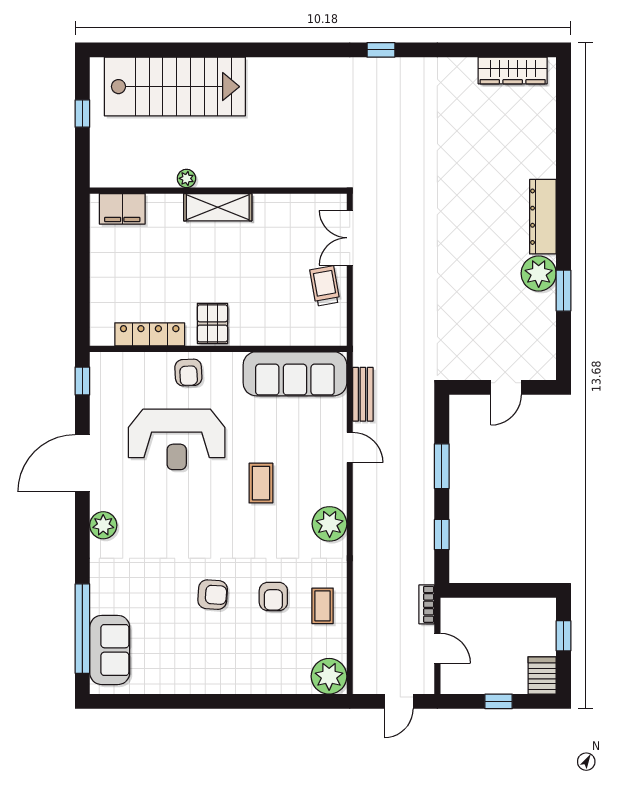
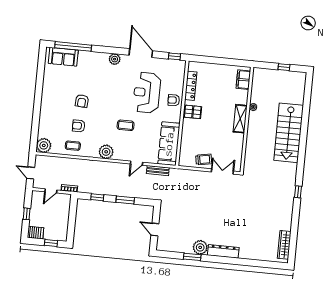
stairs: (175, 87) -> (289, 133), moved

